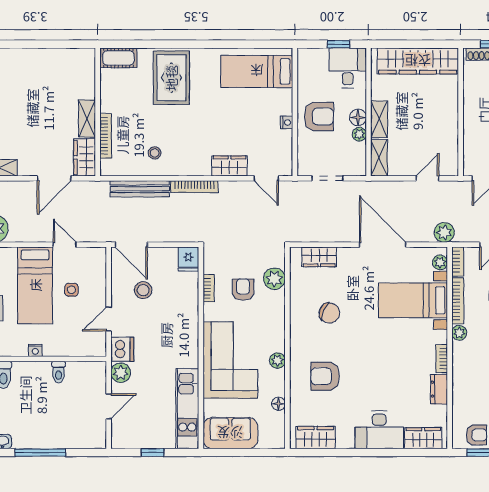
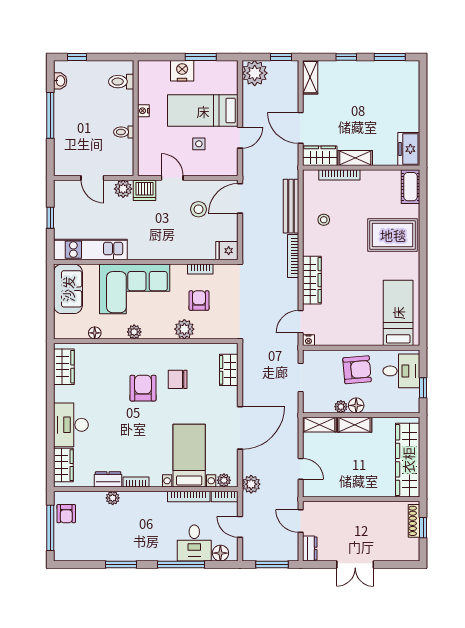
freezer: (77, 60) -> (409, 149), added
desk: (348, 68) -> (401, 371), moved
armchair: (319, 116) -> (357, 370), turned -95
nightstand: (287, 122) -> (308, 340), moved
wardrobe: (230, 166) -> (312, 280), width x1.50
plant: (274, 279) -> (184, 329), moved
armchair: (243, 290) -> (199, 301), turned -90
chair: (329, 313) -> (178, 379), turned 68
plant: (459, 333) -> (113, 498), moved
armchair: (325, 376) -> (143, 388), moved

